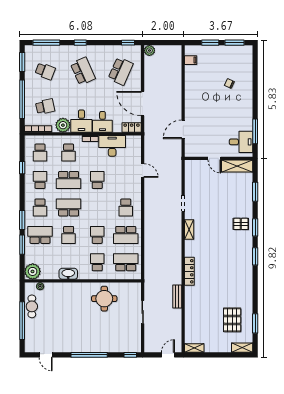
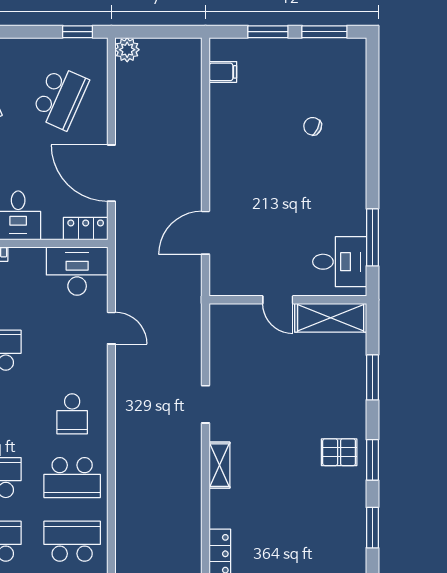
desk: (112, 146) -> (77, 271), moved

